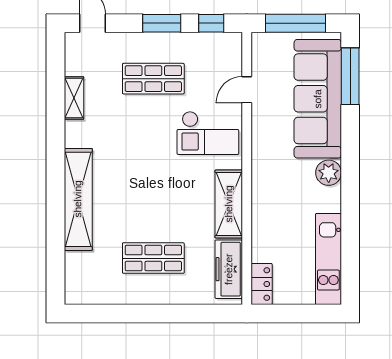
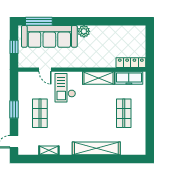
window: (211, 23) -> (14, 86), removed
window: (295, 23) -> (14, 47), width x0.46
checkout: (208, 133) -> (65, 88), turned 180
kitchen unit: (328, 259) -> (124, 31), removed
locker: (262, 284) -> (131, 63), width x1.53

